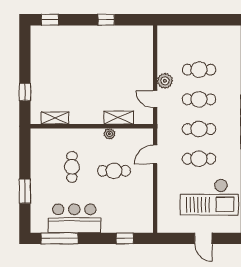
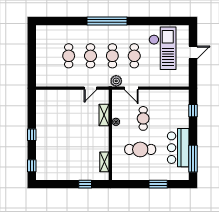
window: (106, 20) -> (32, 135), moved
plant: (165, 81) -> (116, 81), moved
cafe table: (72, 167) -> (140, 149), width x1.37, depth x1.35

